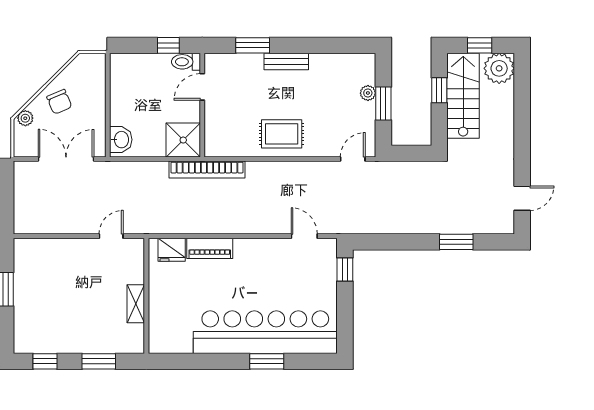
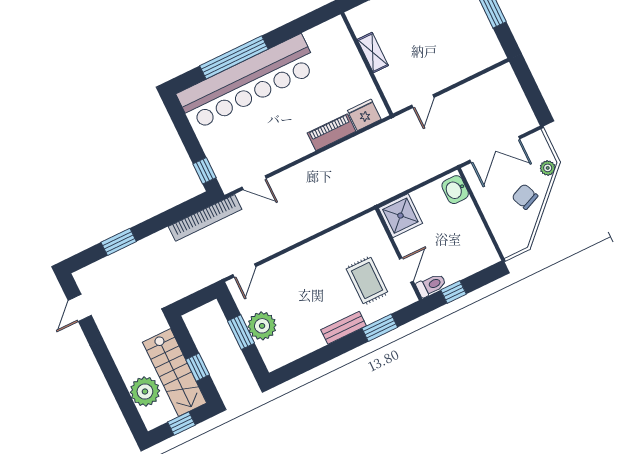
plant: (499, 68) -> (145, 392), moved
plant: (368, 93) -> (262, 326), width x1.88, depth x1.88
rug: (282, 134) -> (367, 280), moved, turned 90
bookcase: (207, 170) -> (205, 218), moved, turned 180
window: (267, 361) -> (234, 57), width x2.11

